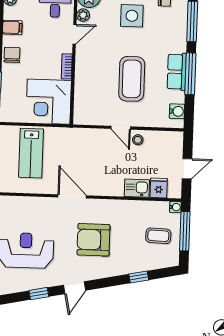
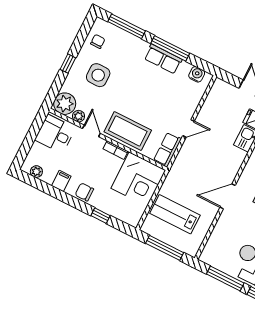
coffee table: (132, 79) -> (128, 131), moved
row of seats: (91, 117) -> (168, 150), added
stool: (138, 140) -> (205, 119), removed
lab bench: (31, 153) -> (175, 214), turned 180

